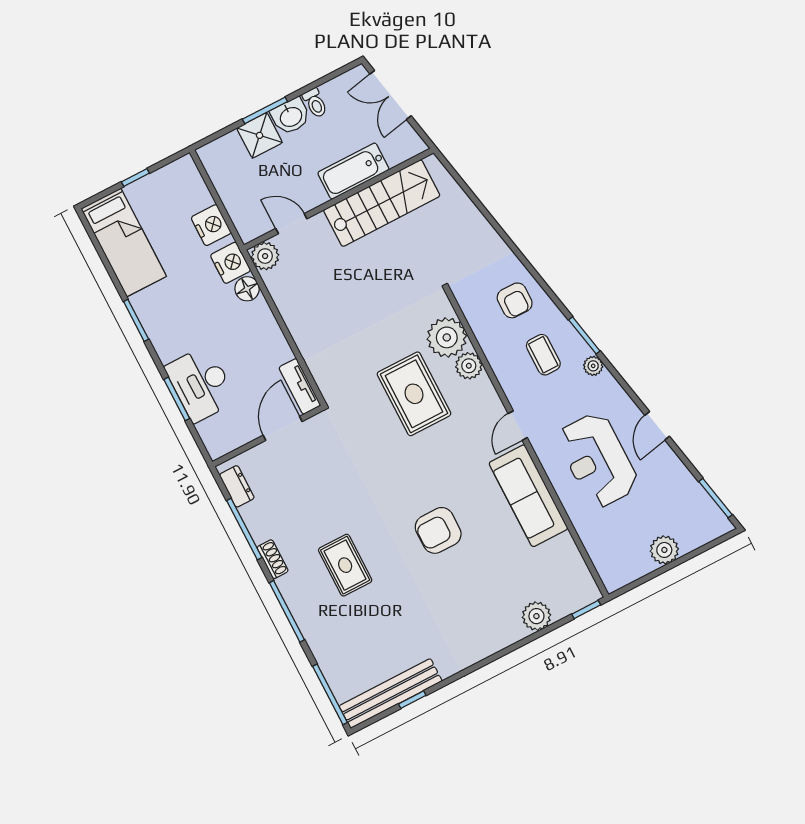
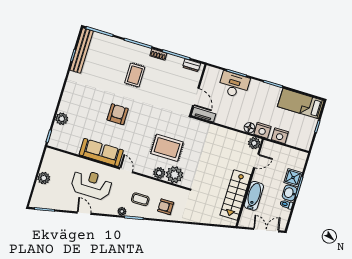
rug: (345, 565) -> (135, 75), turned 90

